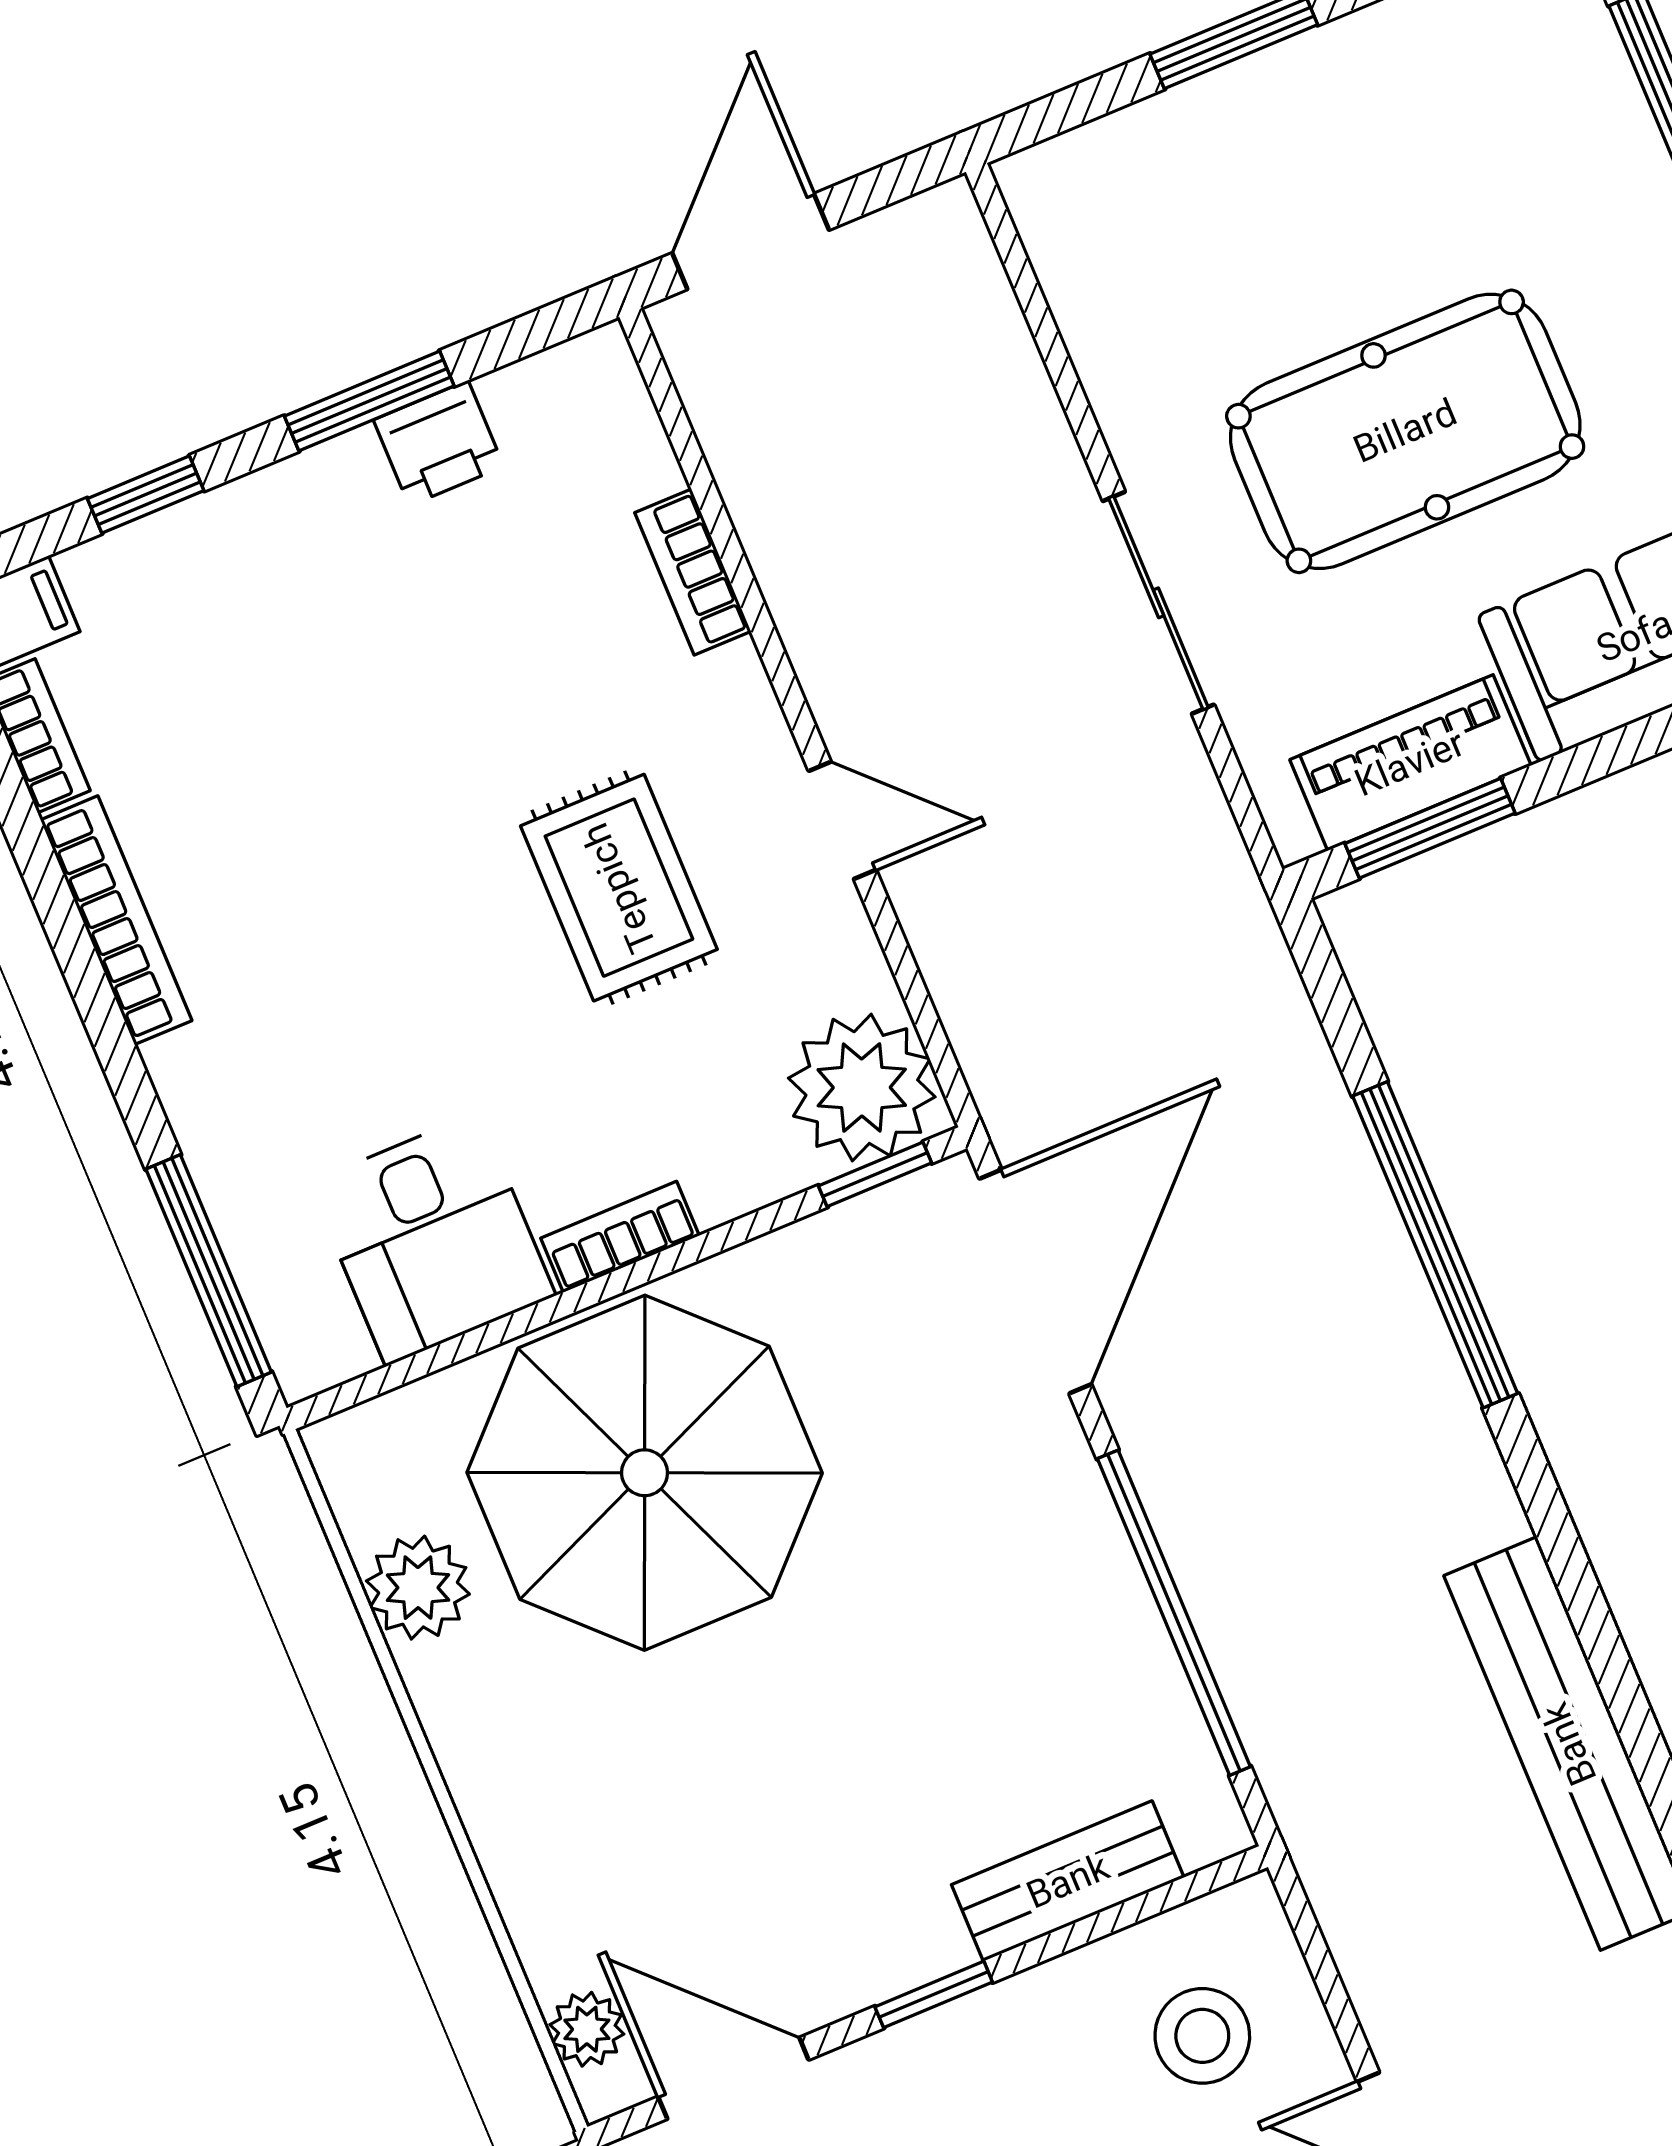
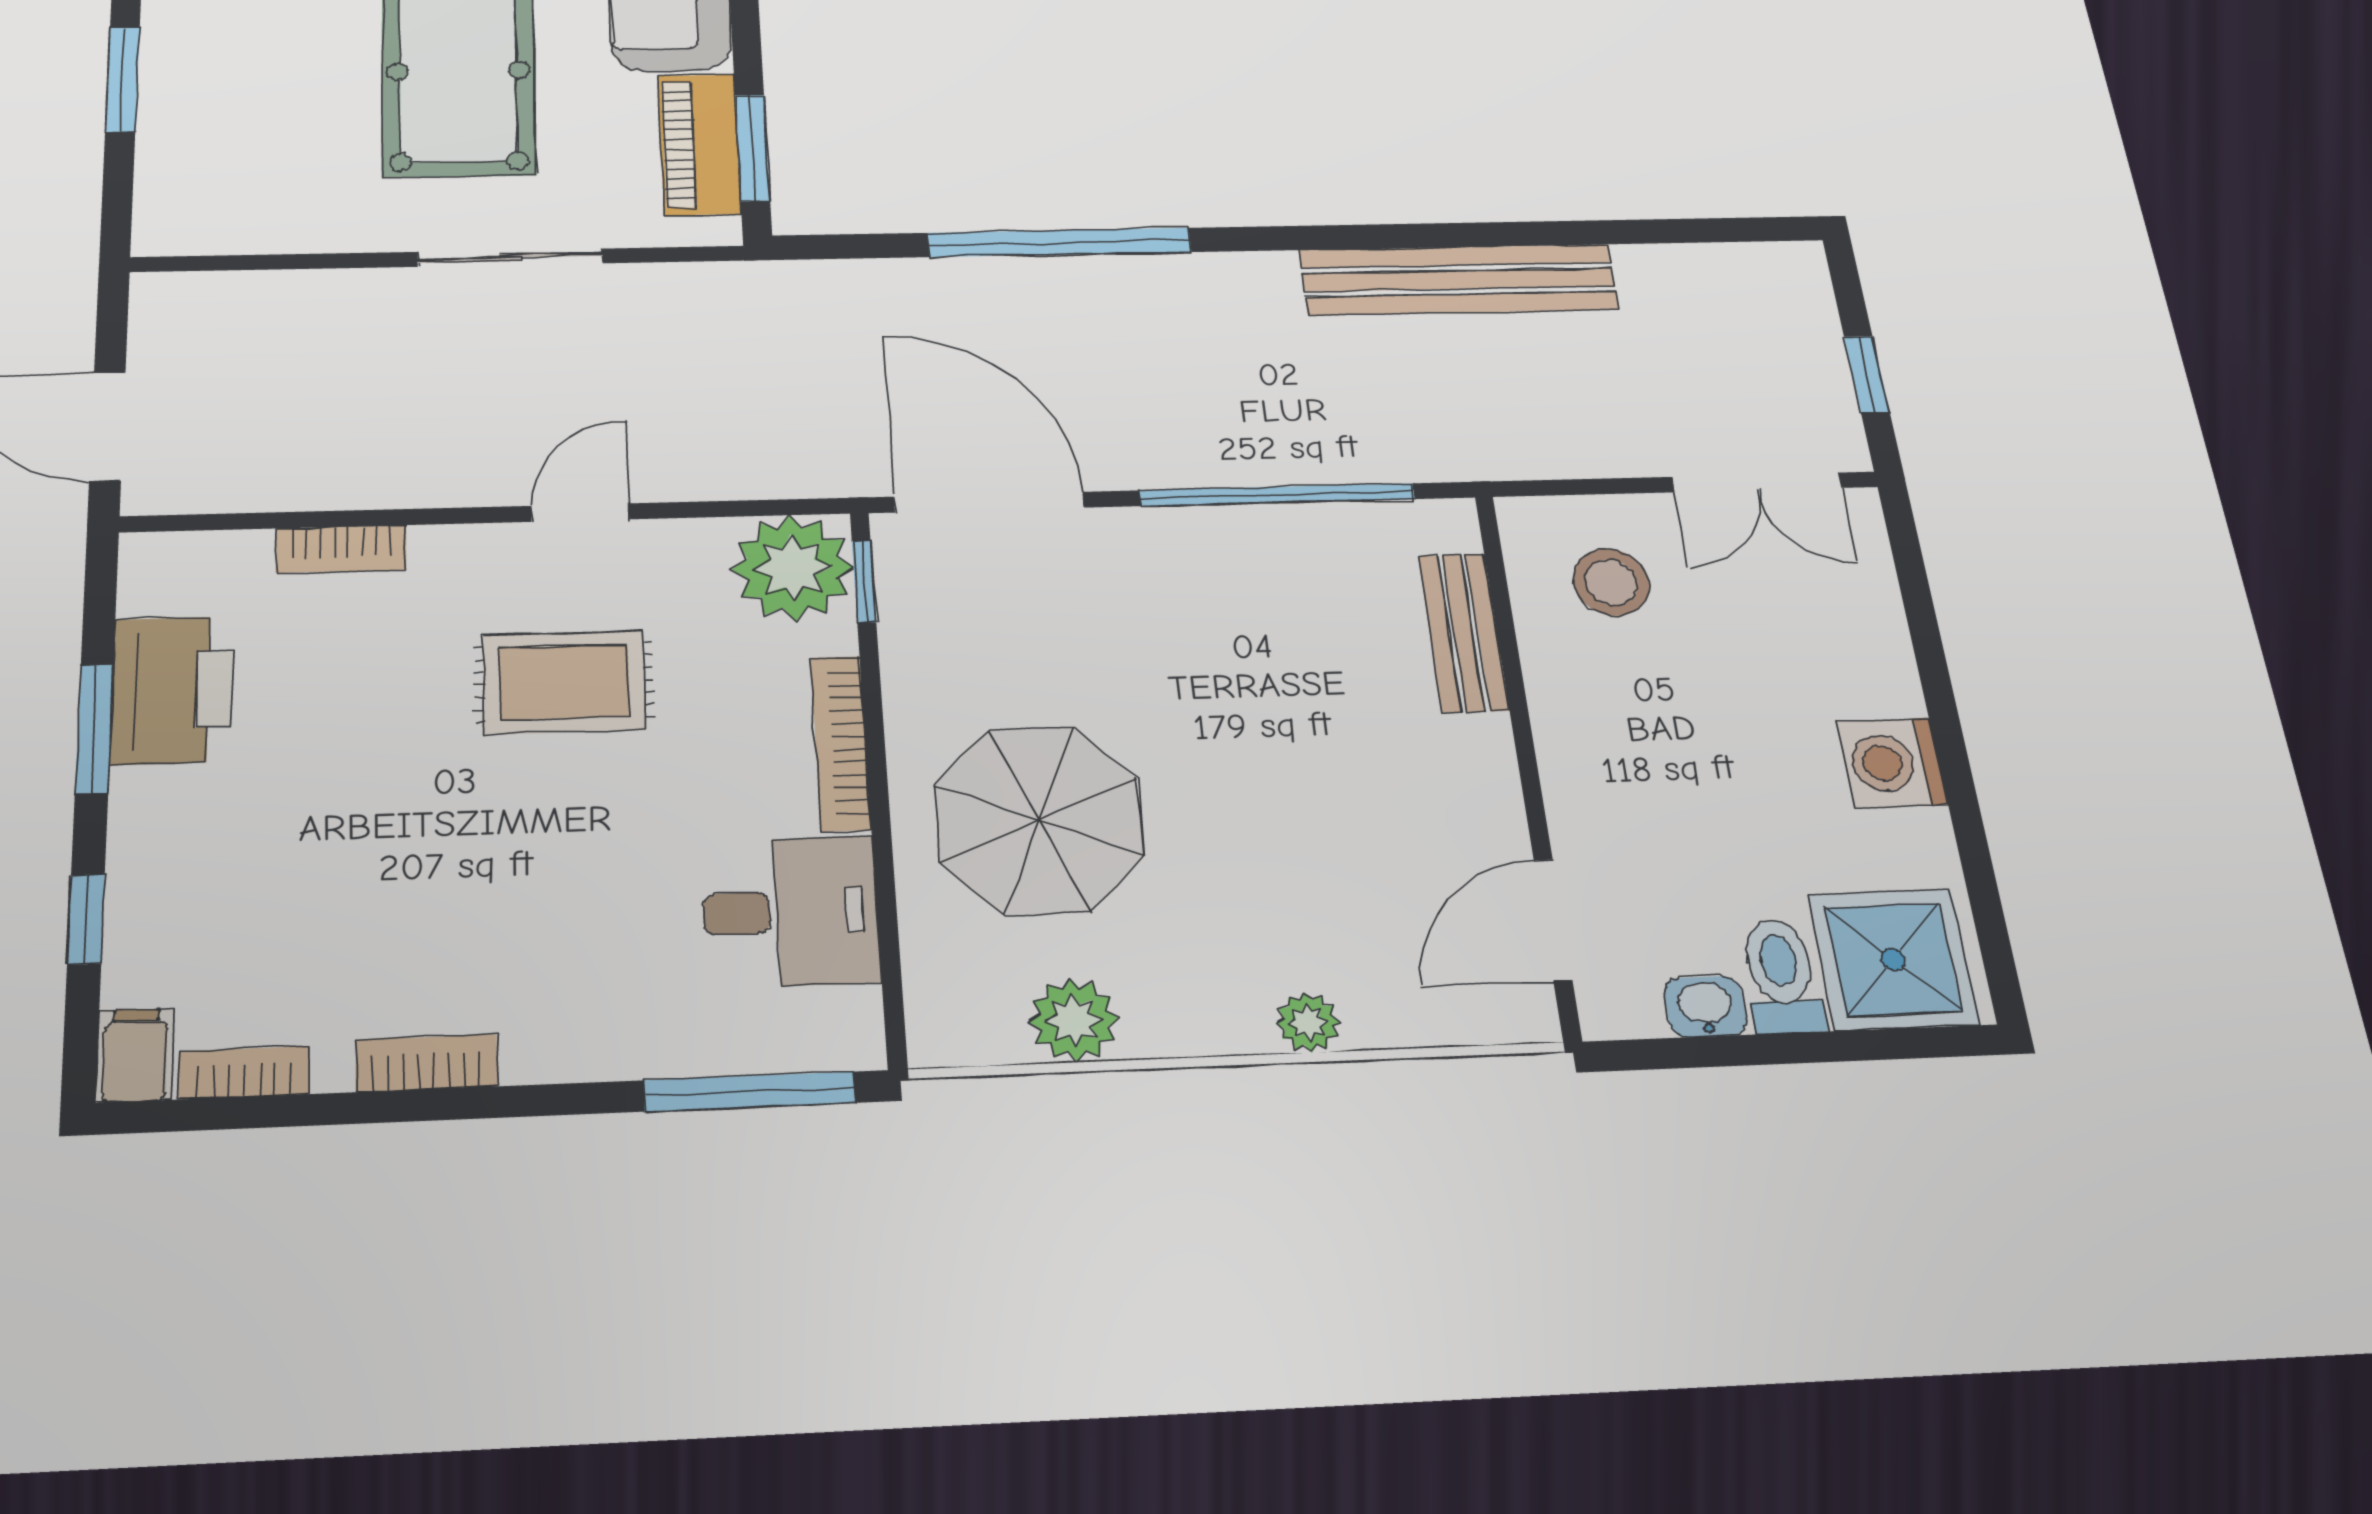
printer: (439, 443) -> (172, 690), width x1.87, depth x1.48
bookcase: (116, 920) -> (426, 1063), width x0.64
bookcase: (620, 1237) -> (841, 743), width x1.56
parasol: (645, 1473) -> (1039, 820), width x0.73, depth x0.73
window: (934, 1994) -> (1526, 754), removed
plant: (587, 2029) -> (1308, 1022), moved

